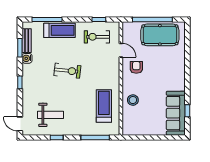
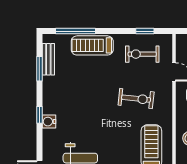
treadmill: (59, 30) -> (92, 45), turned 180
water cooler: (27, 58) -> (49, 122), moved
exercise bike: (67, 71) -> (136, 99), moved

